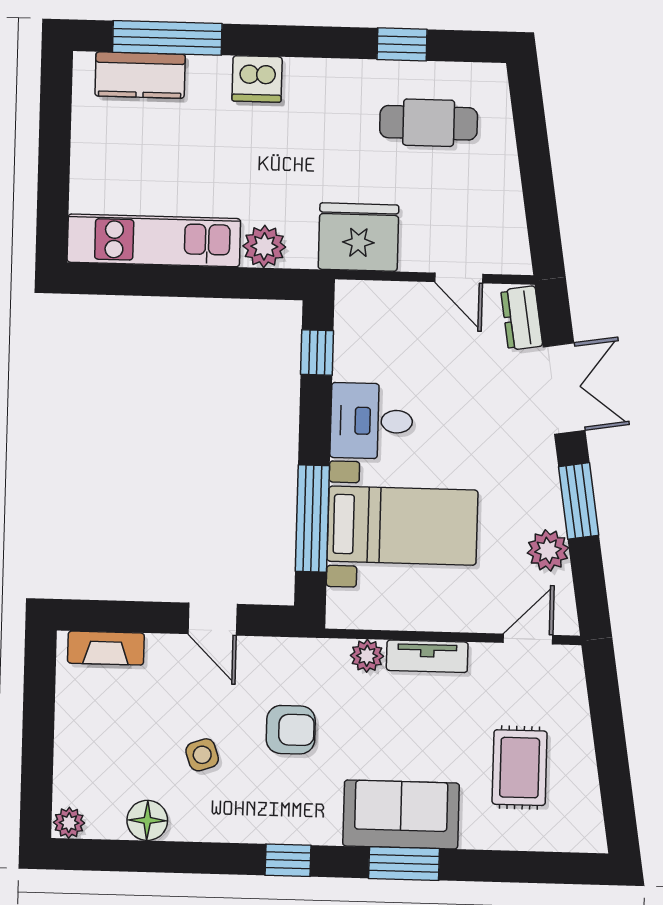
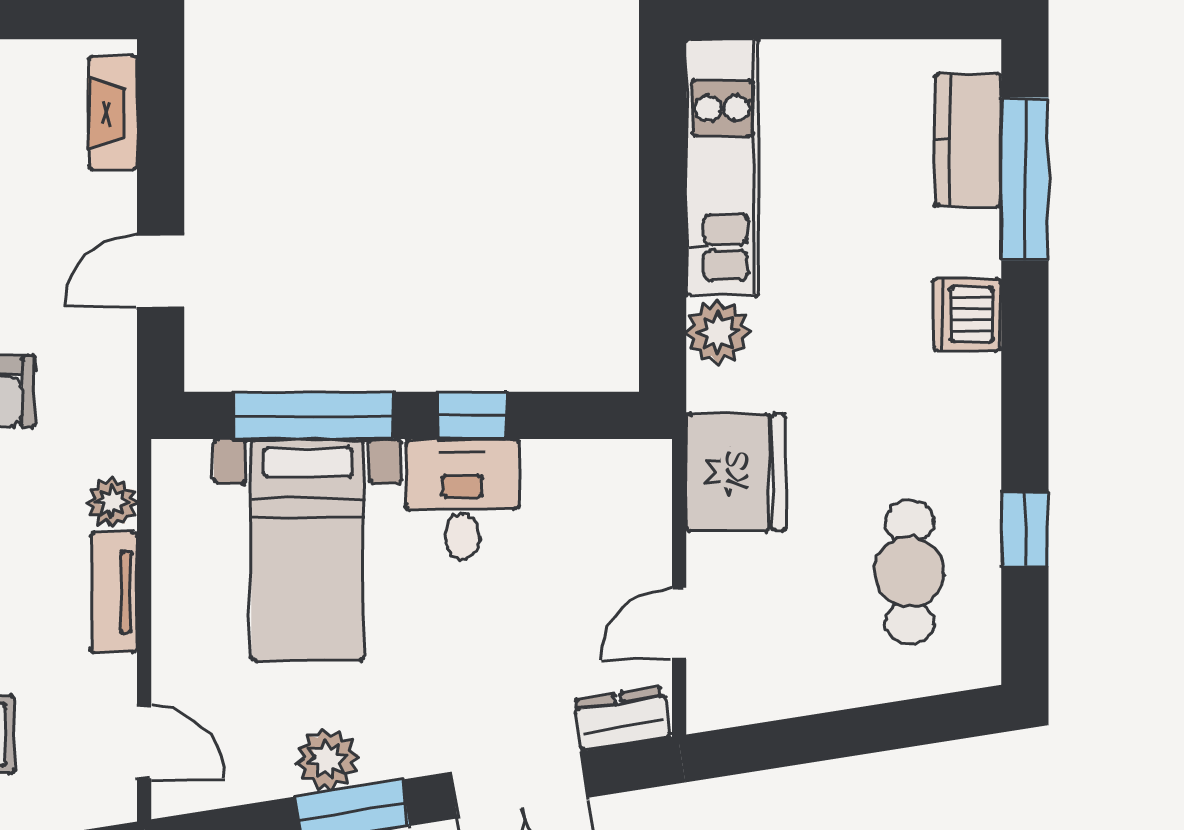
window: (317, 353) -> (472, 415), moved
plant: (548, 550) -> (328, 760), moved

